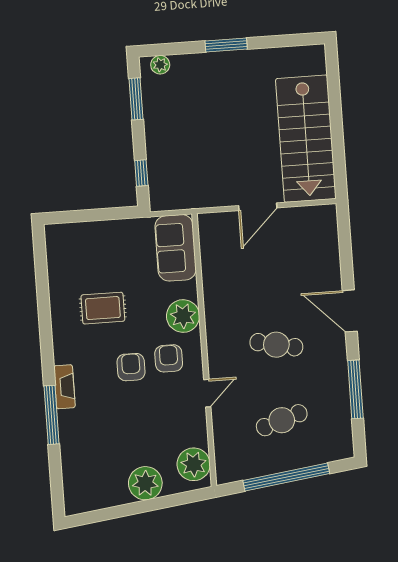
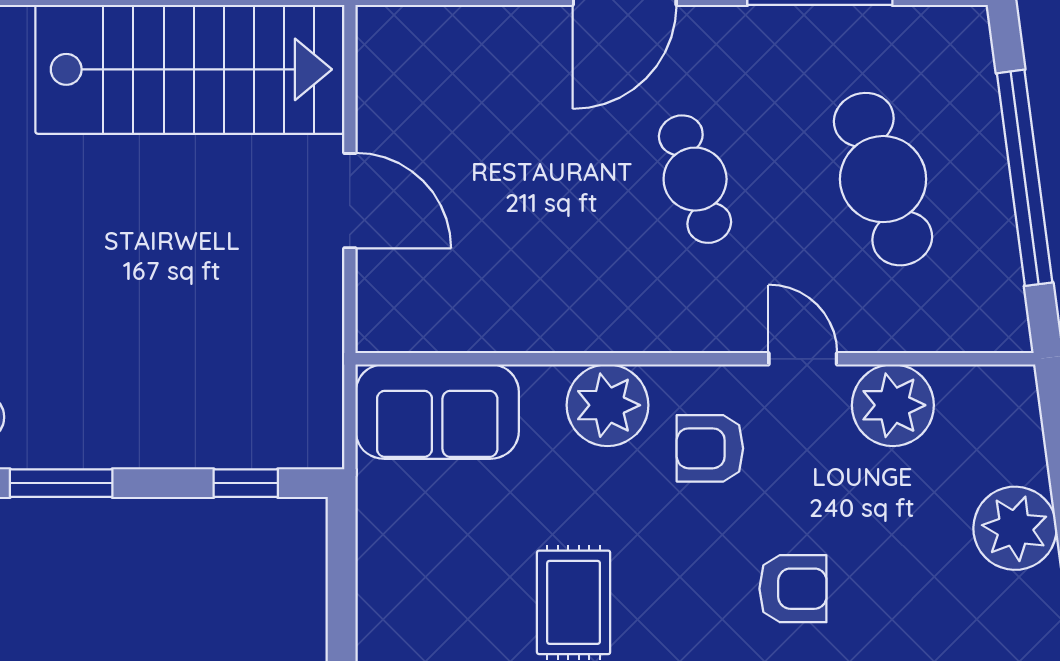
cafe table: (276, 345) -> (695, 179), turned -30
armchair: (131, 367) -> (793, 589), moved, turned 180
cafe table: (282, 420) -> (883, 179), width x1.37, depth x1.35
plant: (194, 464) -> (893, 405), moved

